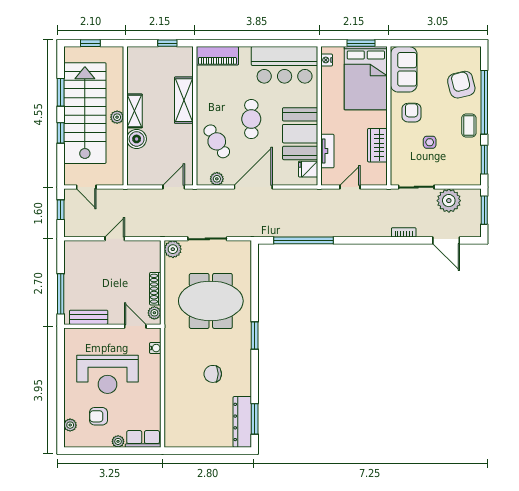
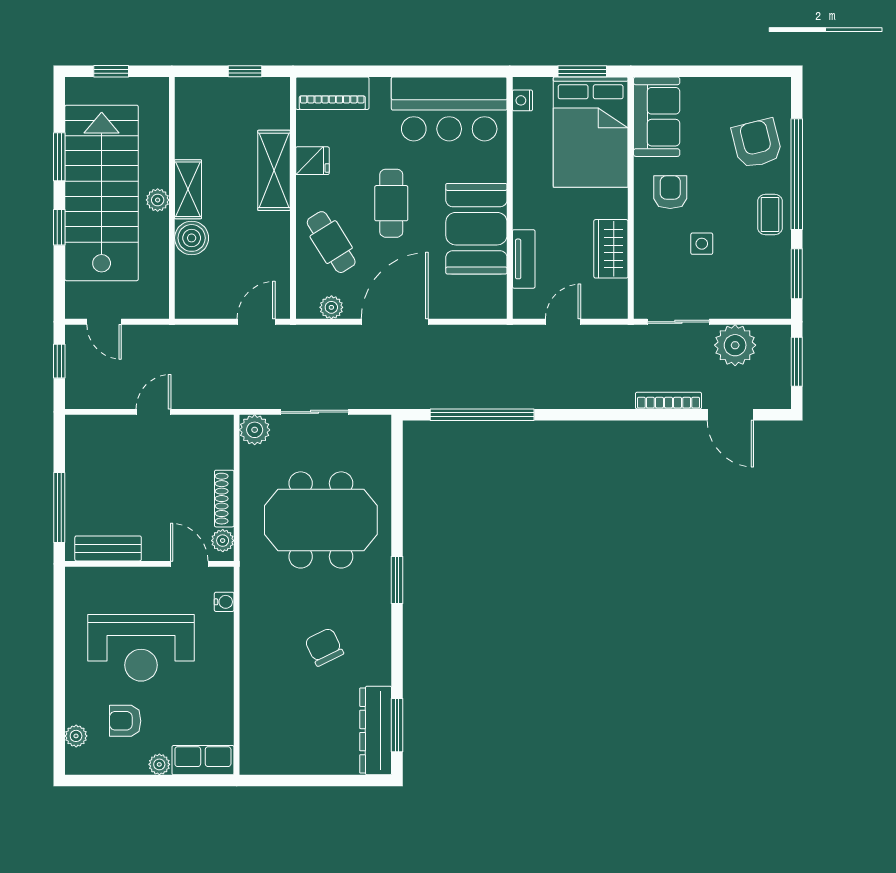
fridge: (308, 169) -> (312, 161), moved, turned 180
bookcase: (404, 232) -> (668, 401), width x1.56
chair: (213, 374) -> (324, 647), turned 64

